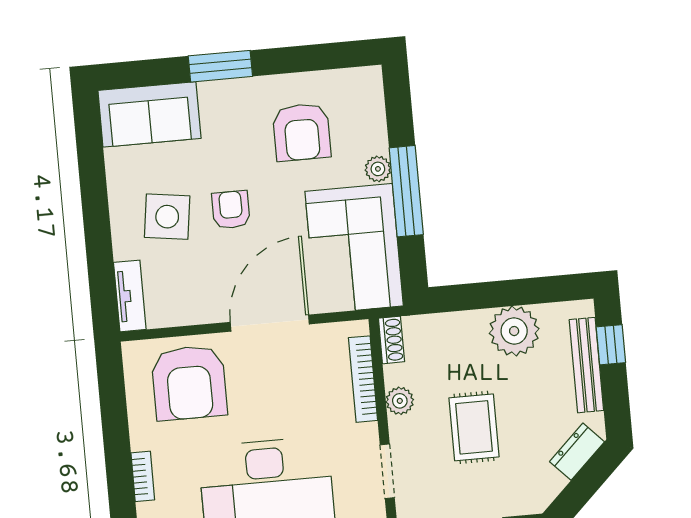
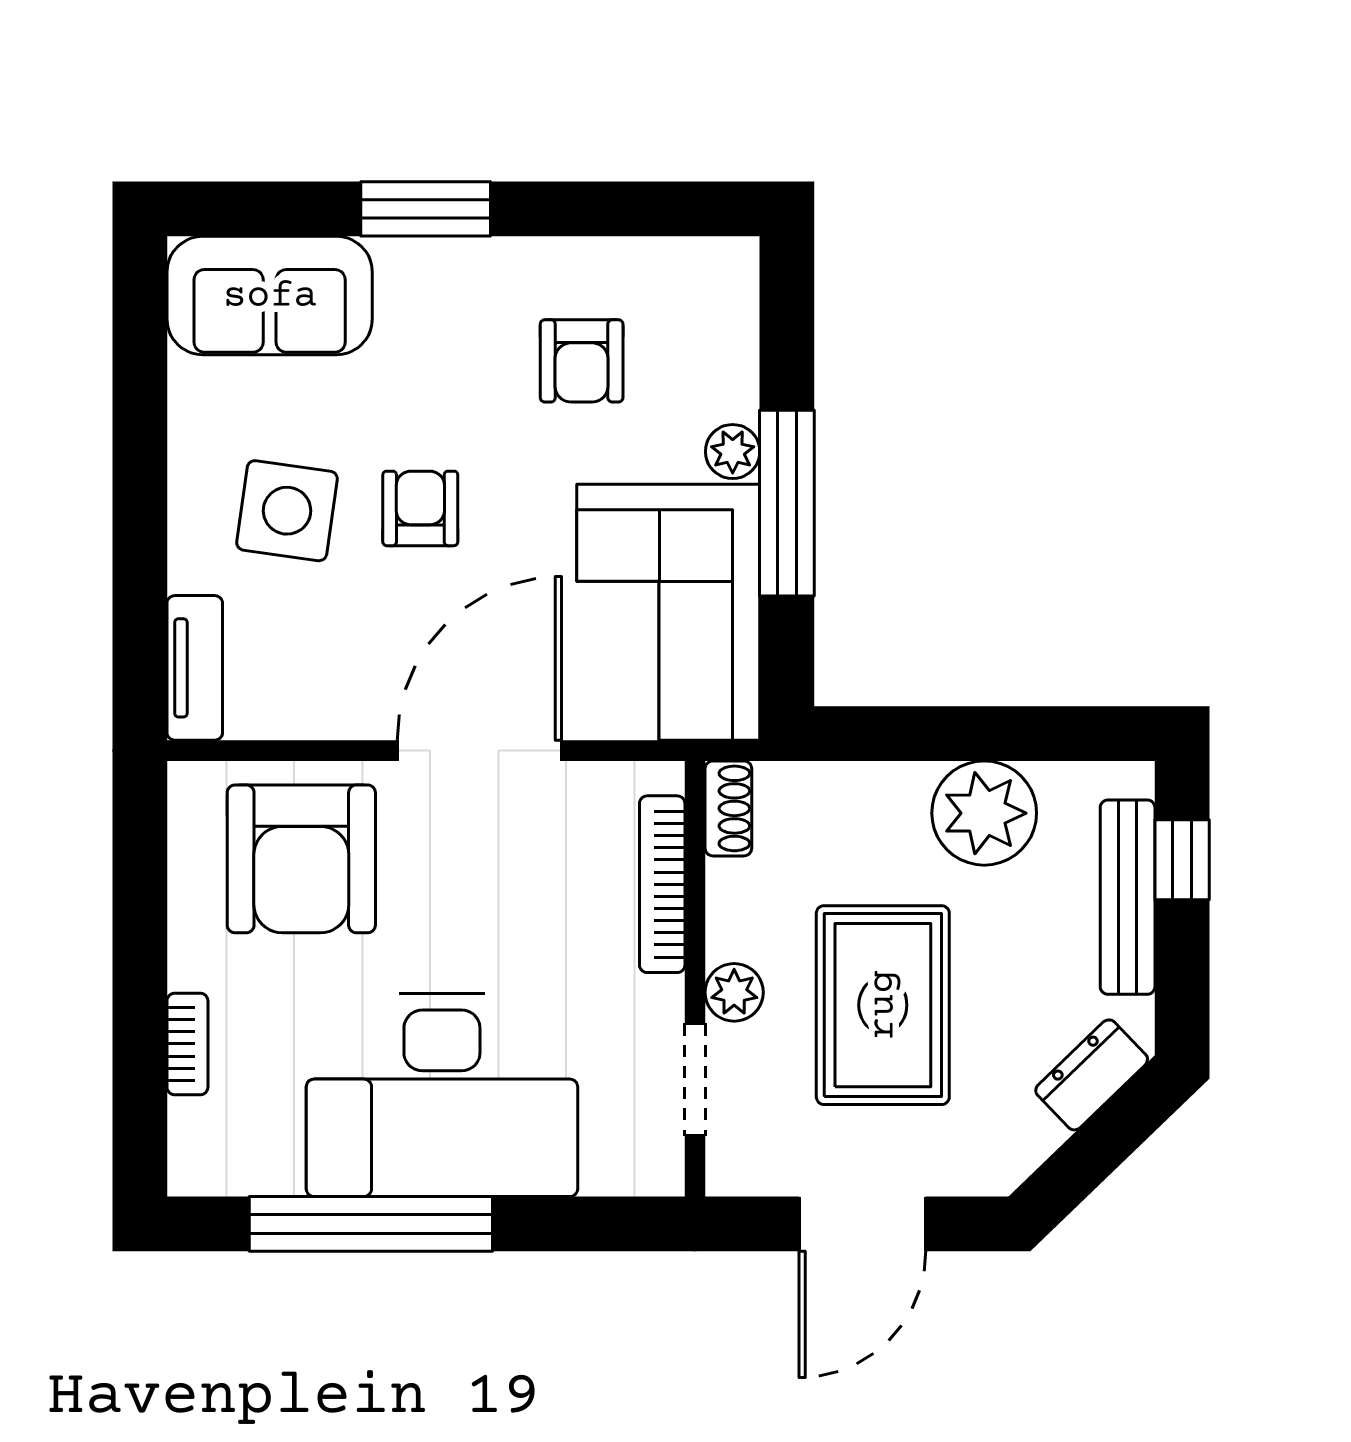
armchair: (302, 132) -> (582, 361), width x0.72, depth x0.72
plant: (400, 401) -> (734, 992), moved
rug: (474, 427) -> (883, 1005), width x1.36, depth x1.43

